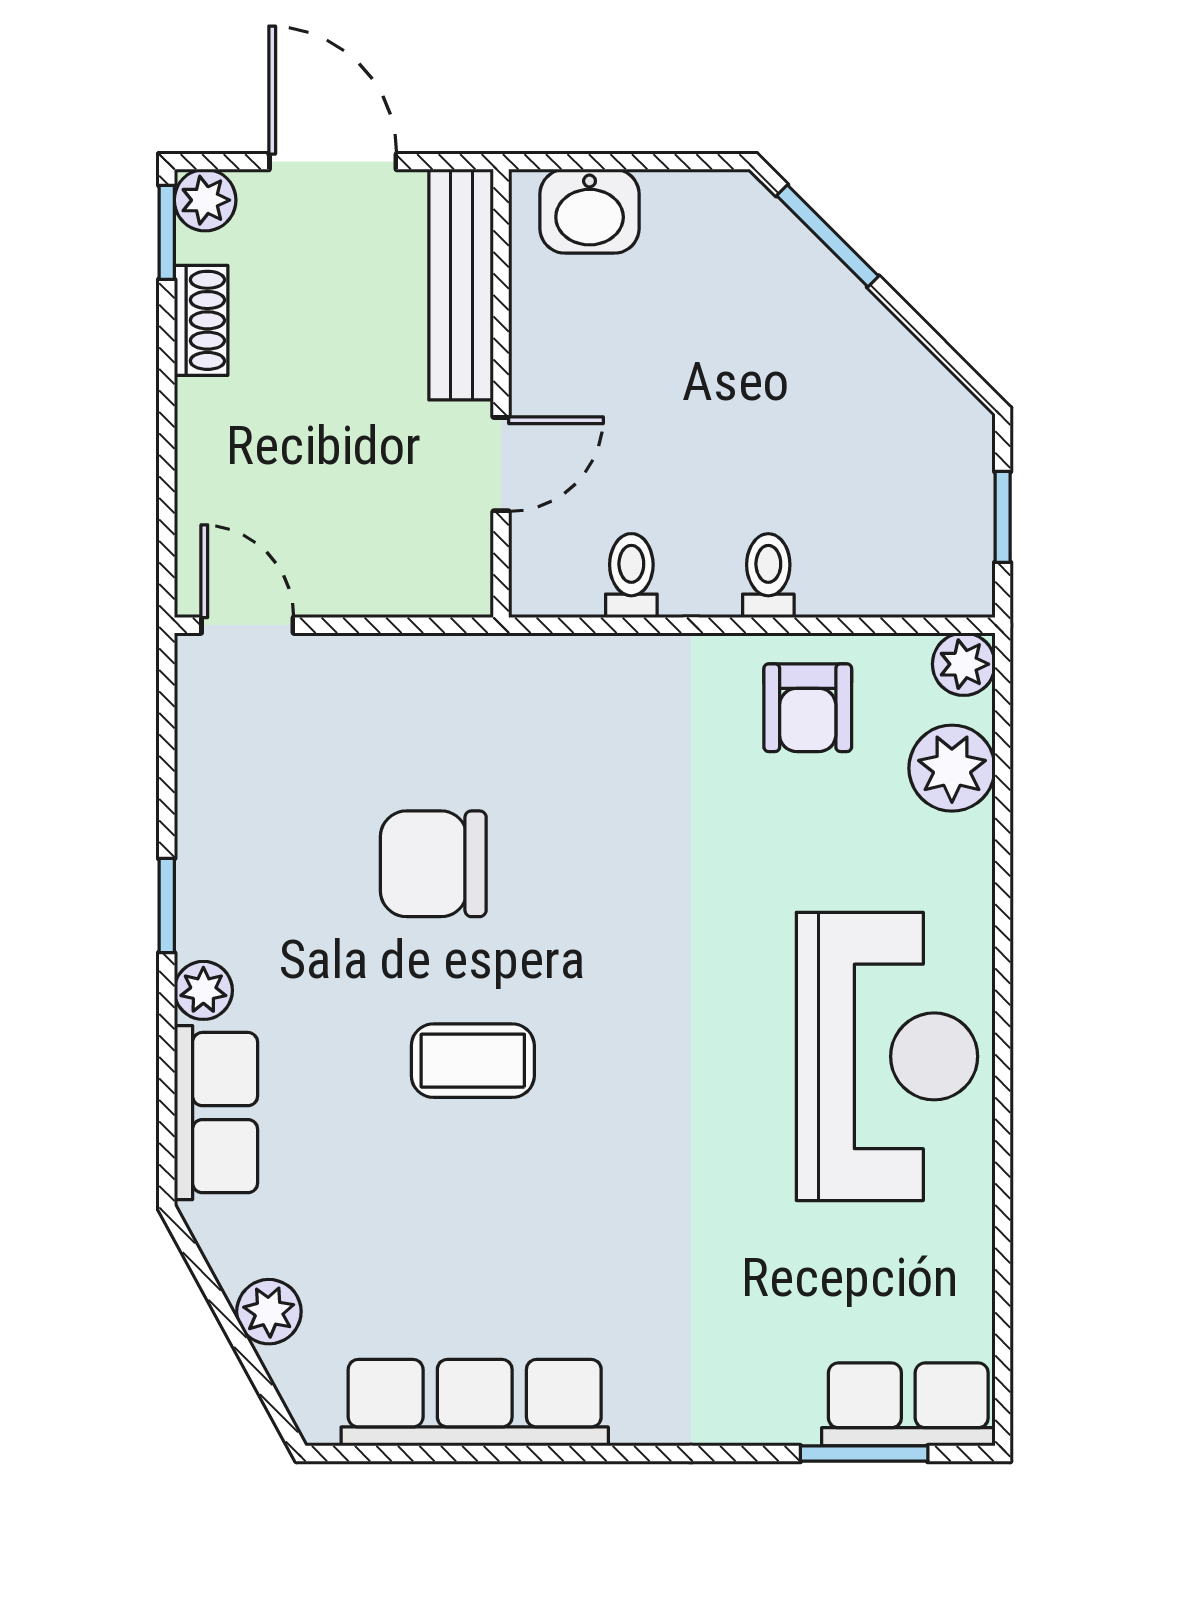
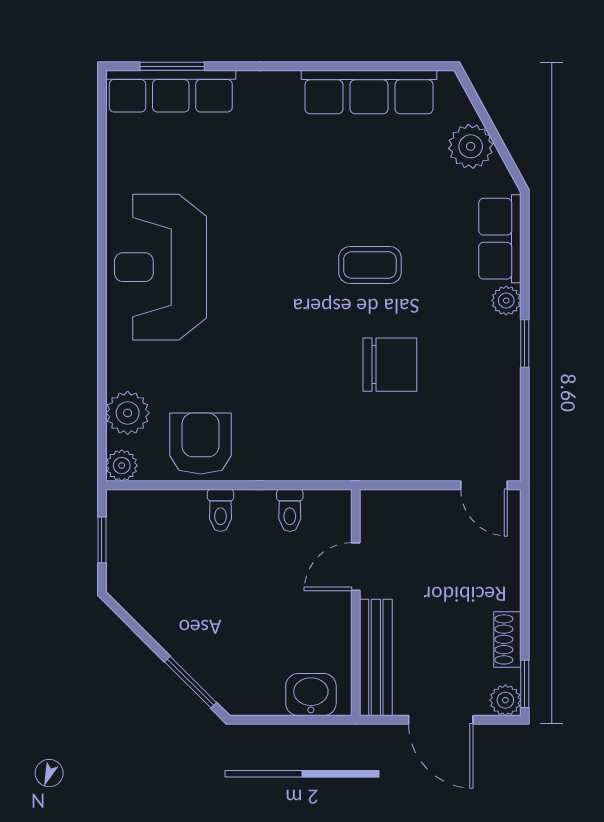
armchair: (808, 708) -> (201, 444), width x1.38, depth x1.38
plant: (269, 1312) -> (471, 146), width x1.38, depth x1.38
row of seats: (908, 1404) -> (171, 91), width x1.48

